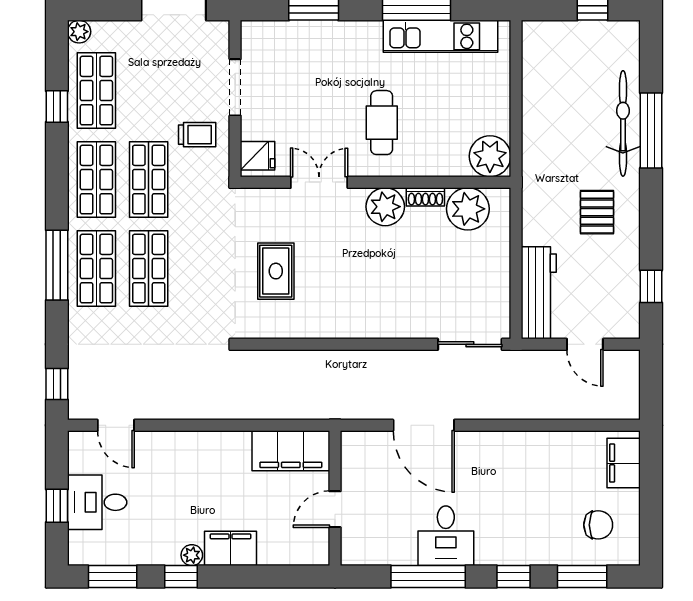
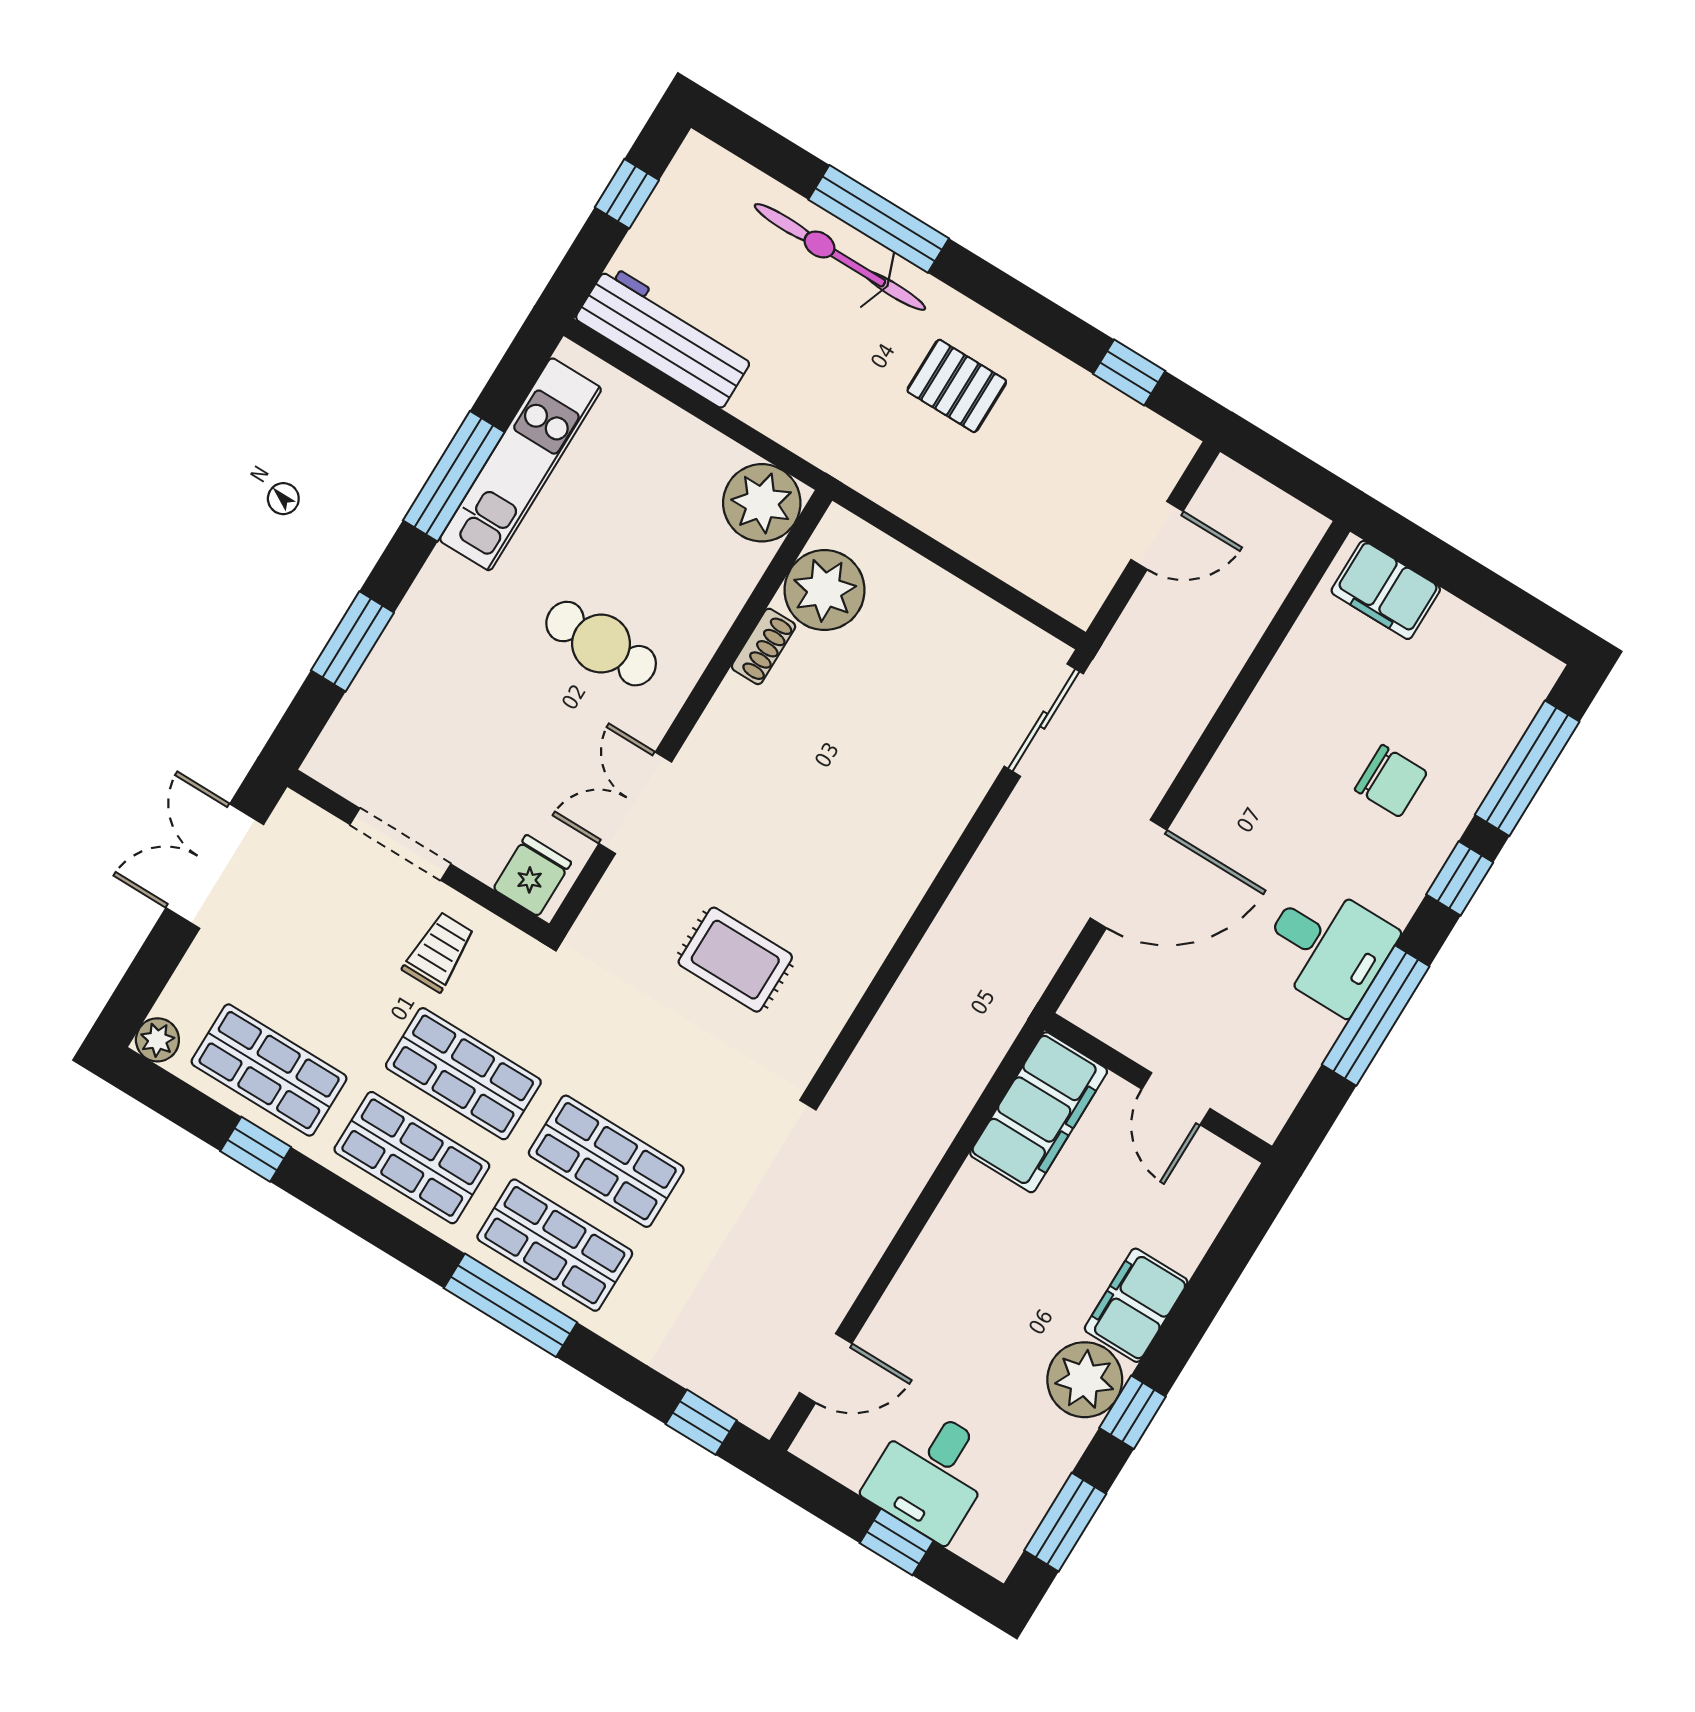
plant: (385, 207) -> (740, 721), removed
workbench: (539, 293) -> (665, 336), moved
chair: (598, 525) -> (1391, 781), moved, turned 90
plant: (192, 555) -> (1085, 1380), width x1.87, depth x1.87
window: (582, 577) -> (1527, 768), width x1.44

